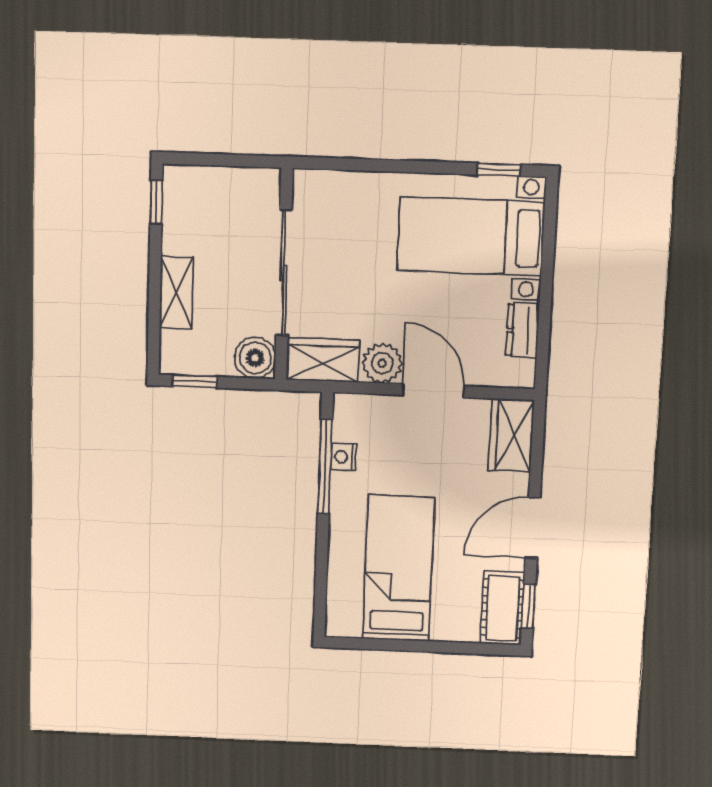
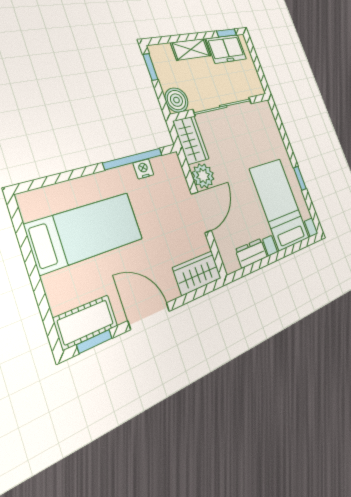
window: (499, 170) -> (300, 178), moved
freezer: (185, 217) -> (226, 49), added

